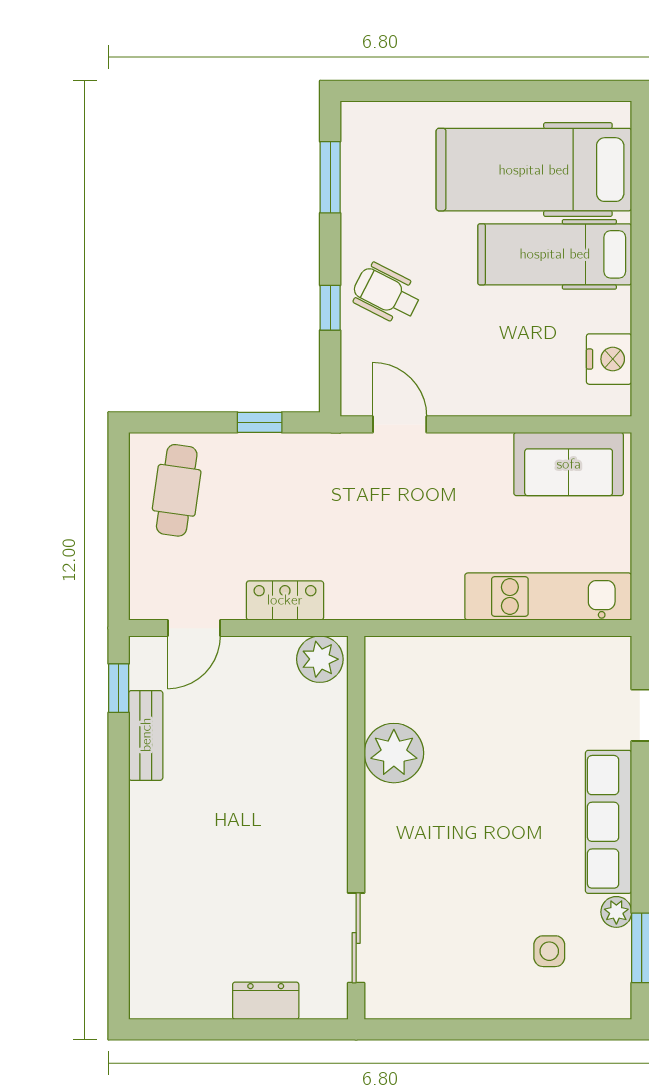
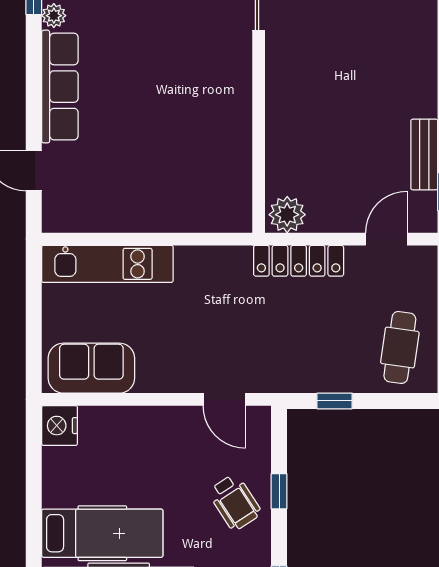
wheelchair: (386, 294) -> (235, 502), turned 30
nightstand: (609, 359) -> (60, 426), moved
locker: (285, 600) -> (299, 261), width x1.53
plant: (394, 753) -> (229, 141), removed

